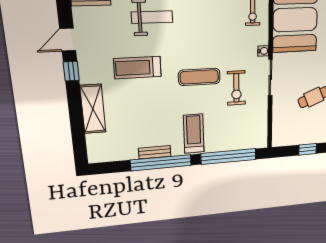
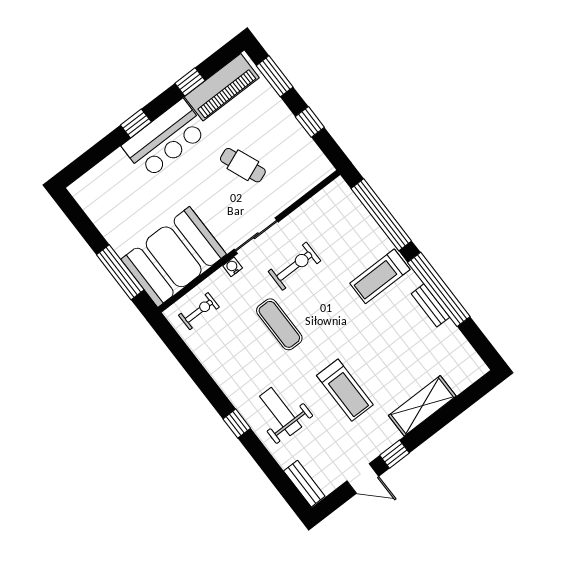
exercise mat: (199, 77) -> (279, 324), moved

